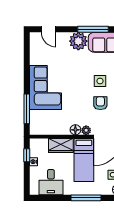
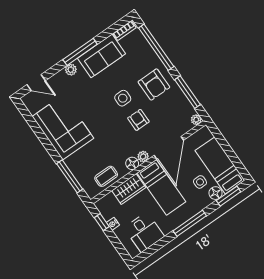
plant: (78, 41) -> (71, 70), width x0.53, depth x0.53
corner sofa: (46, 88) -> (63, 127), moved
coffee table: (52, 126) -> (106, 176), added

